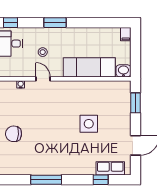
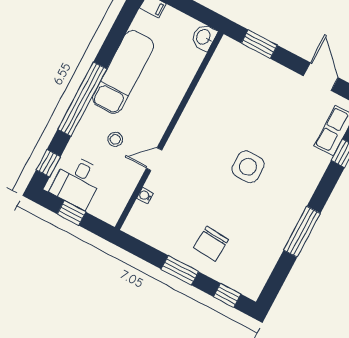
window: (55, 23) -> (82, 99), width x2.11
exam couch: (89, 67) -> (123, 72), moved, turned 180
side table: (89, 124) -> (248, 167), moved

